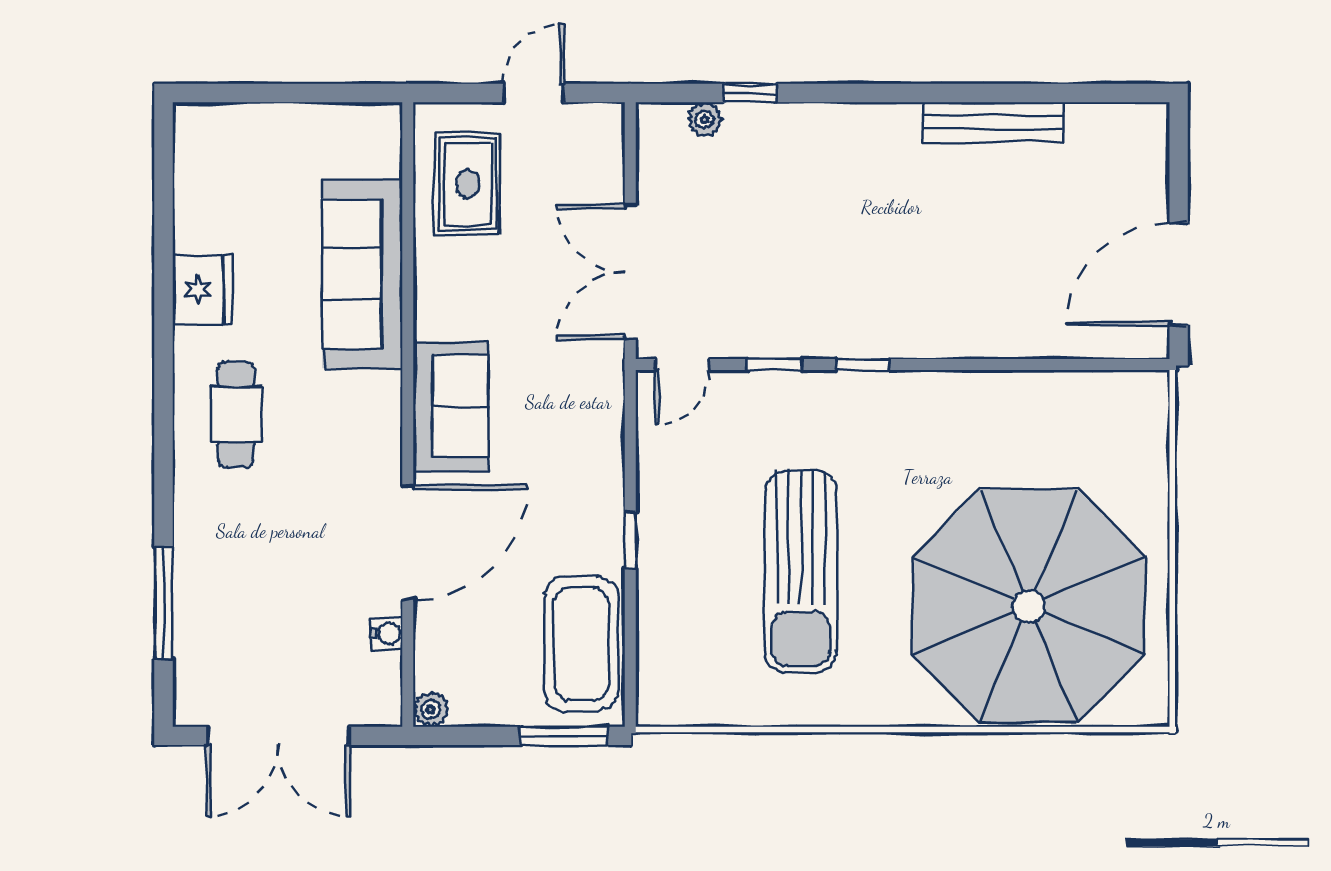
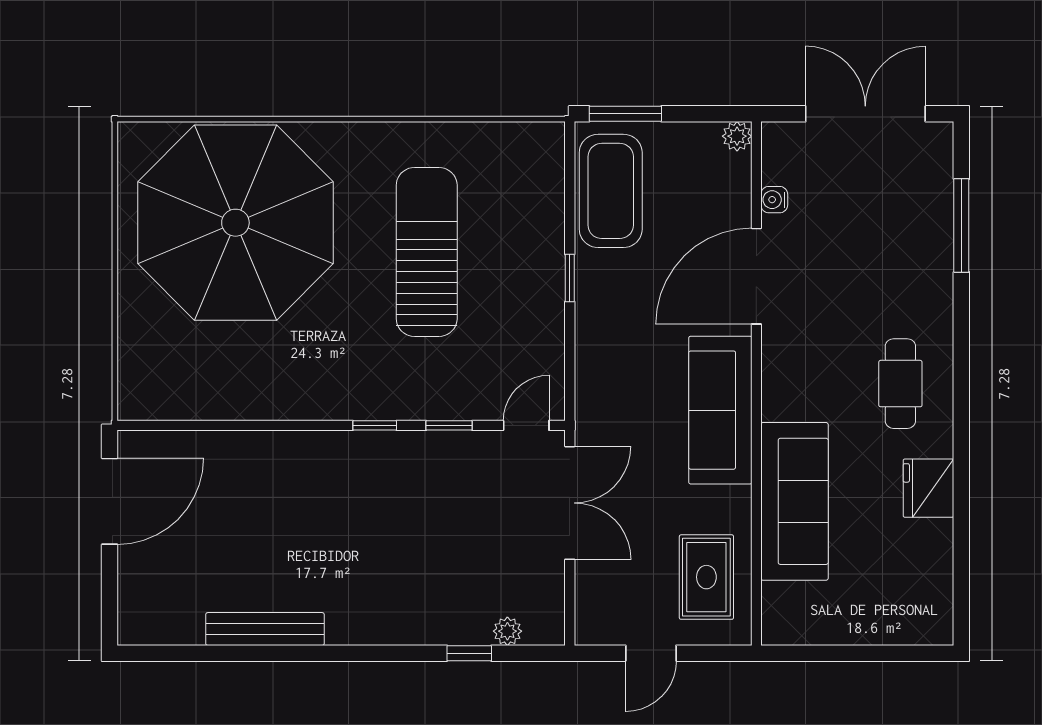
sofa: (451, 406) -> (720, 410), width x1.36

